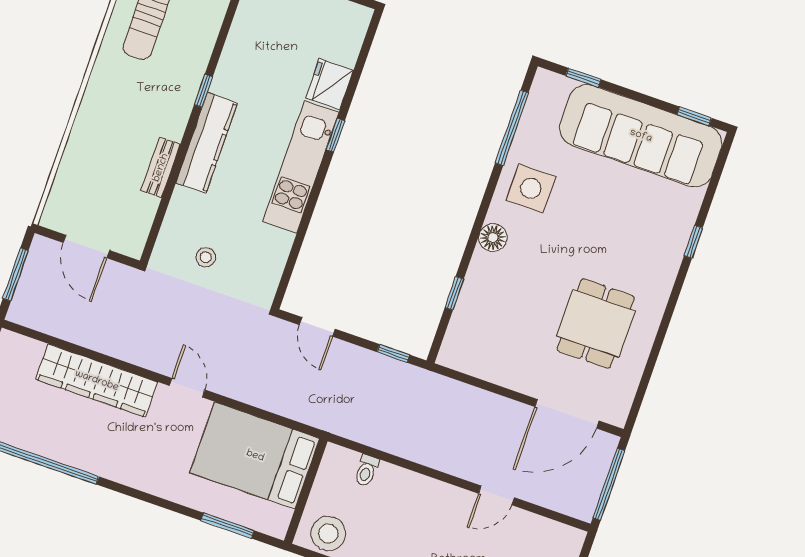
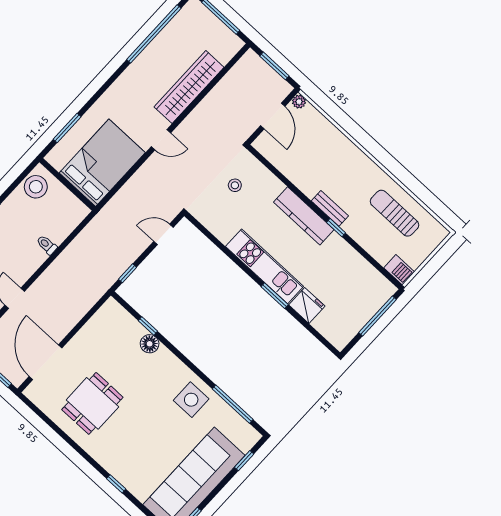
window: (335, 135) -> (275, 296), width x1.50
bench: (161, 168) -> (330, 208), moved
plant: (50, 219) -> (299, 102), added
floor lamp: (493, 238) -> (150, 344), moved
door: (86, 246) -> (273, 116), swing flipped
dining table: (596, 324) -> (92, 403), turned 90
toilet: (366, 470) -> (47, 245), moved

